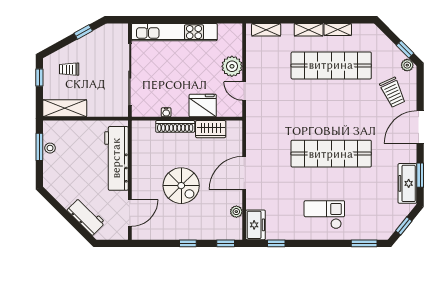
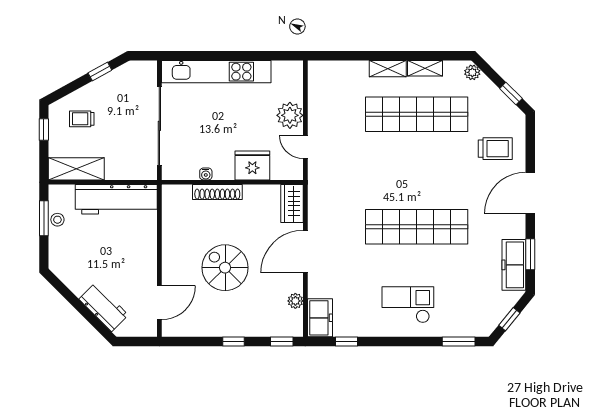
shelving: (266, 30) -> (333, 69), removed
plant: (407, 65) -> (472, 72), moved
trolley: (393, 92) -> (495, 149), turned -65
wardrobe: (211, 129) -> (292, 204), moved, turned 90
workbench: (116, 158) -> (116, 199), moved, turned -90
spiral stairs: (181, 186) -> (225, 268), turned 180

